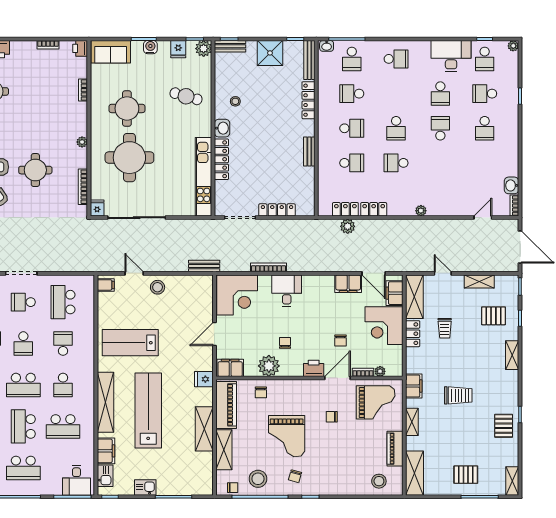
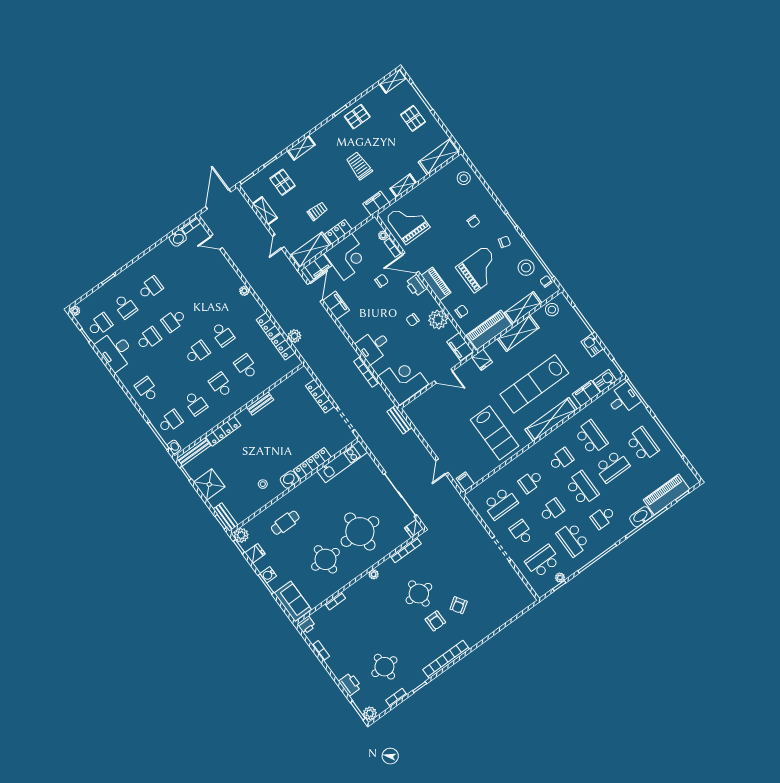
cafe table: (186, 96) -> (285, 523), turned 74
kitchen unit: (204, 177) -> (342, 462), width x0.73
stool: (158, 287) -> (552, 310), moved
school desk: (23, 302) -> (522, 532), turned 180
chair: (332, 417) -> (473, 221), moved
piano: (395, 449) -> (436, 284), moved, turned -90

